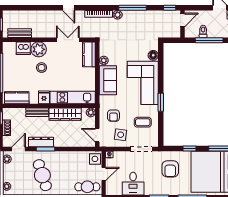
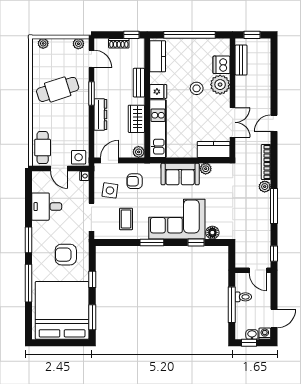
window: (161, 68) -> (196, 242), added
wardrobe: (65, 114) -> (136, 119), width x0.67
dresser: (41, 142) -> (100, 115), moved

